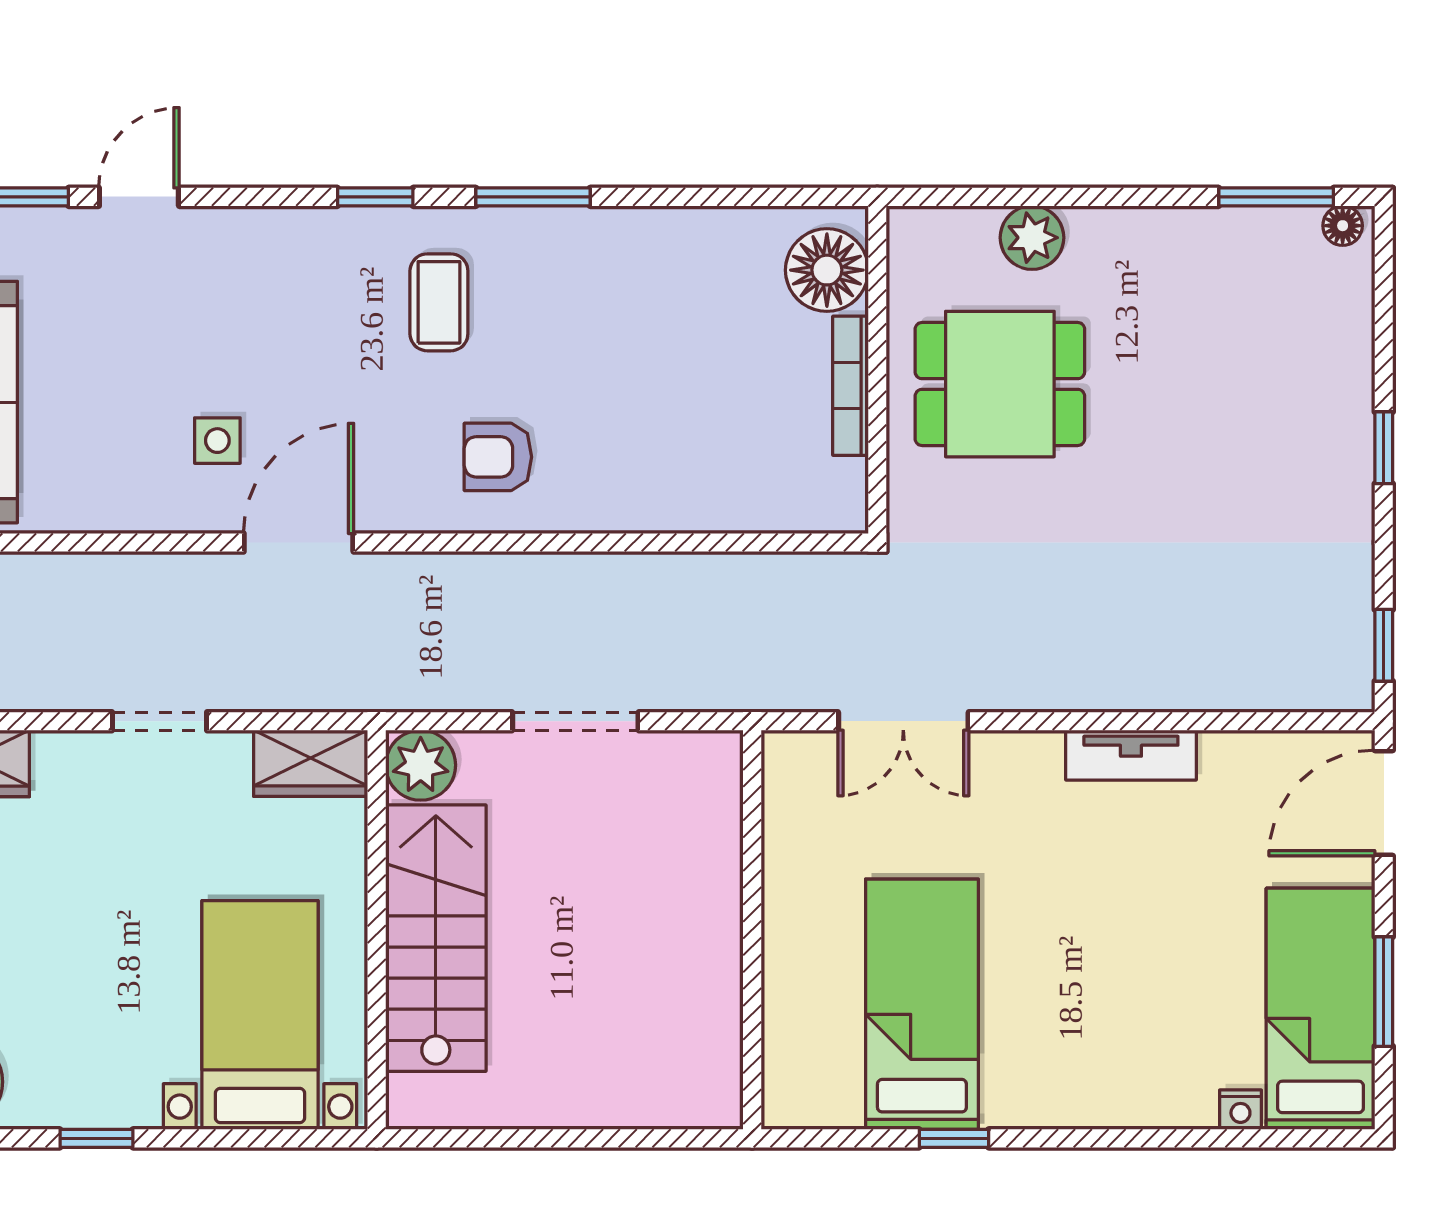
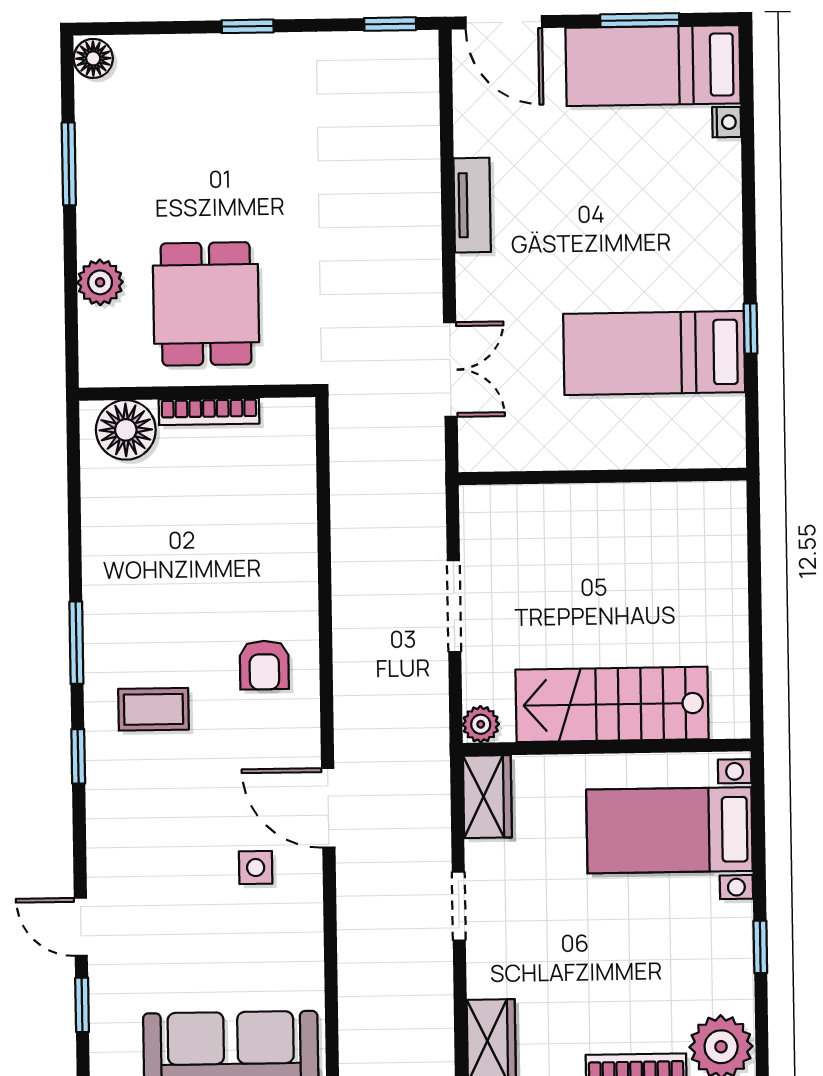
window: (1276, 197) -> (69, 164), moved
floor lamp: (1343, 226) -> (93, 58), width x1.37, depth x1.37
plant: (421, 765) -> (481, 724), width x0.73, depth x0.73

